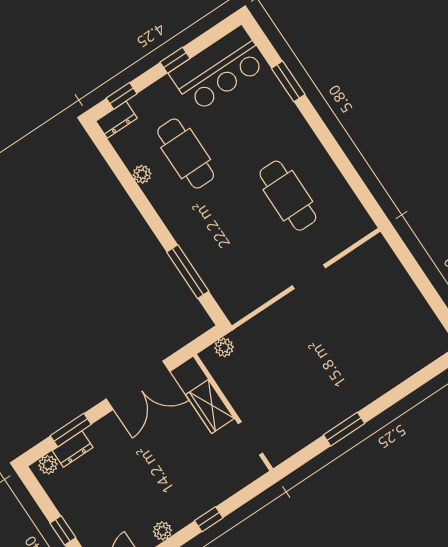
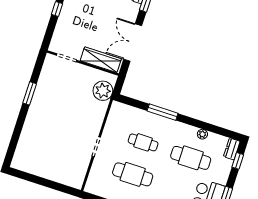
cafe table: (237, 230) -> (143, 142), added
window: (188, 272) -> (163, 112), moved
plant: (224, 347) -> (103, 91), width x1.87, depth x1.87
wardrobe: (210, 406) -> (101, 60), width x1.50

